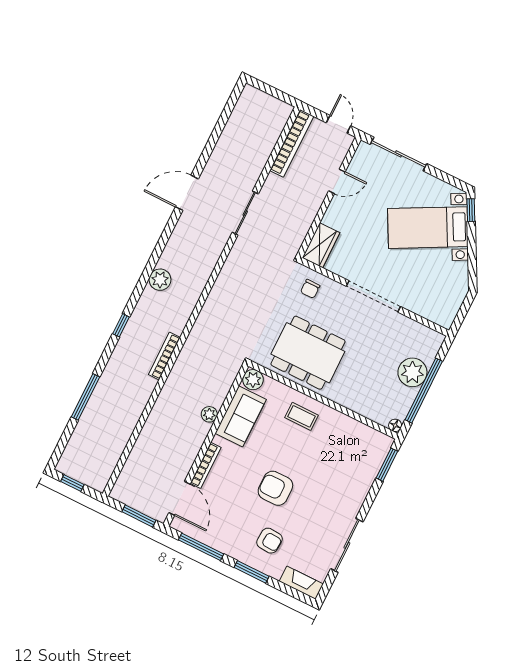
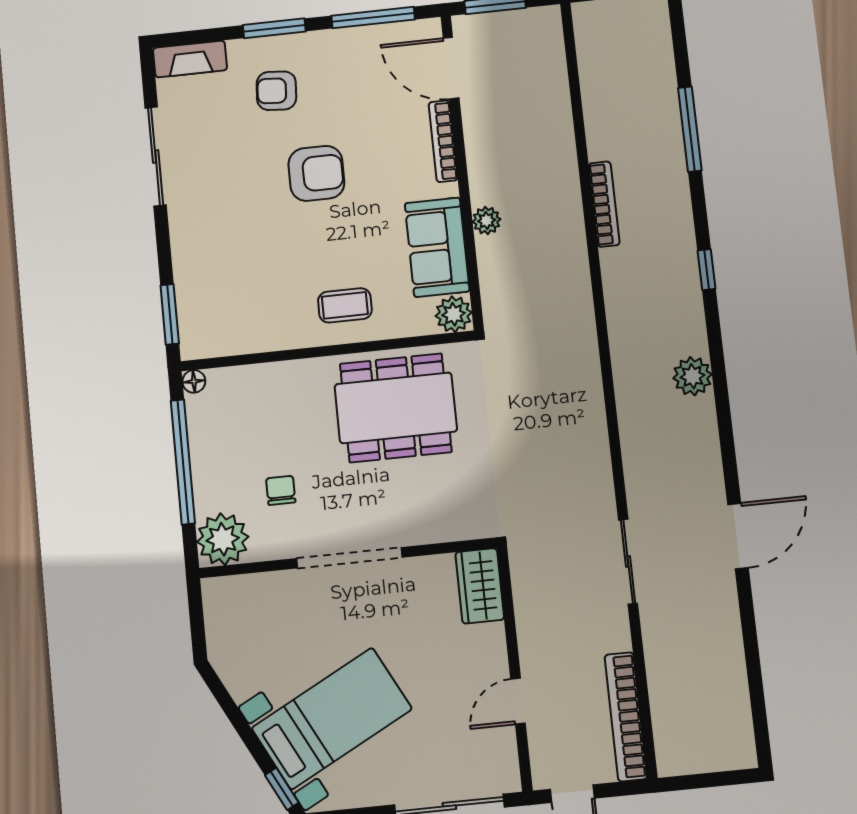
chair: (310, 289) -> (281, 490), moved
bookcase: (164, 356) -> (604, 204), moved
plant: (412, 372) -> (223, 539), moved

